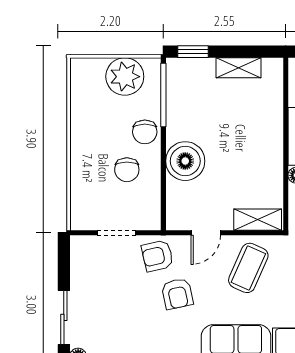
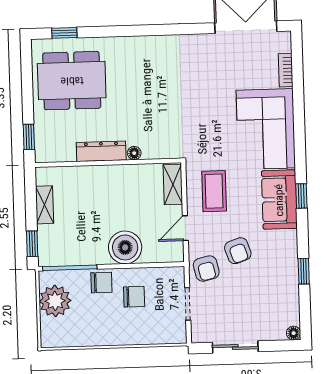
door: (206, 233) -> (185, 228), swing flipped
coffee table: (248, 268) -> (214, 191), turned 66
armchair: (177, 294) -> (238, 251), turned 83
sliding door: (64, 317) -> (235, 347), moved

